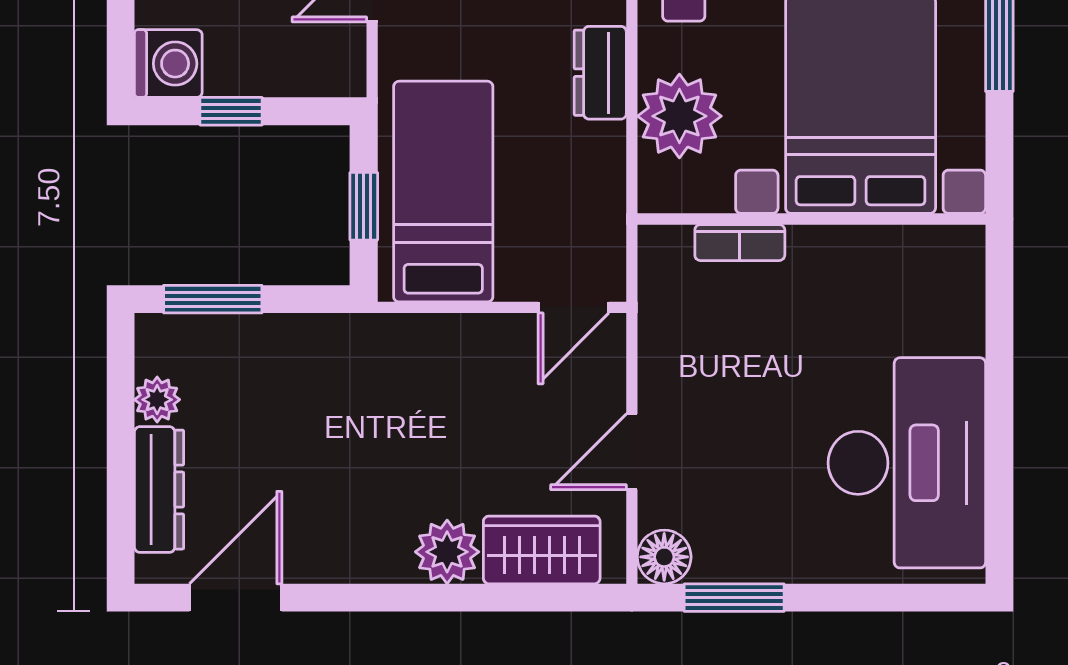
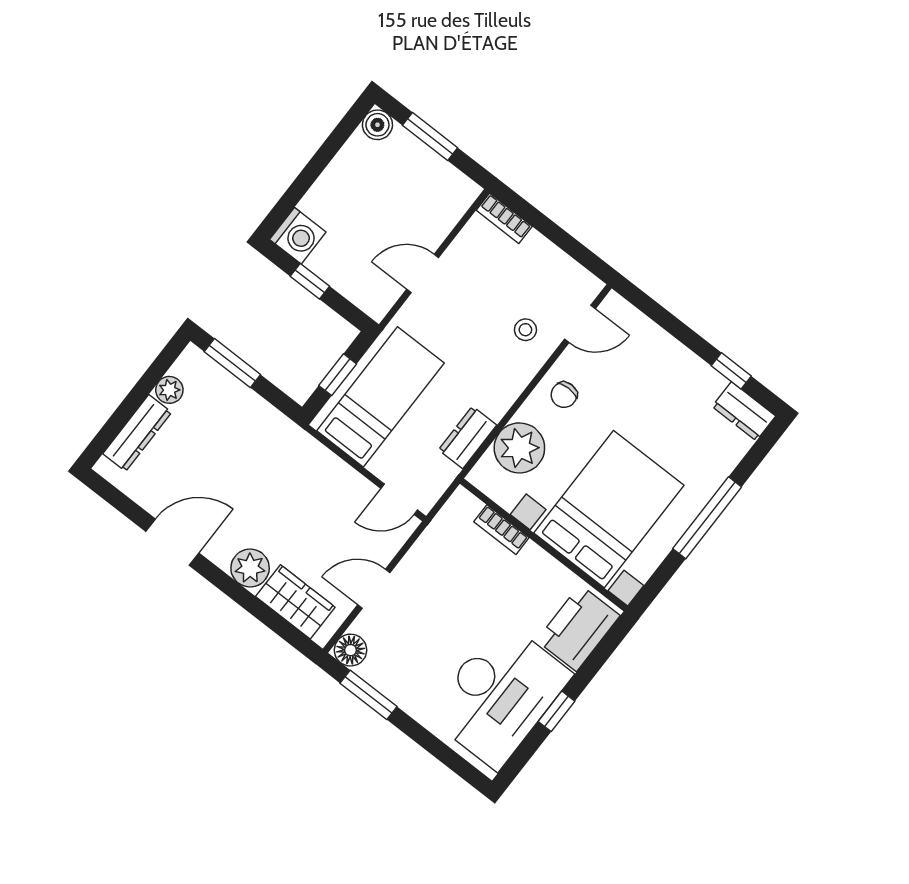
dresser: (600, 73) -> (468, 437), moved
printer: (943, 294) -> (578, 628), added
window: (999, 426) -> (556, 711), added
door: (236, 598) -> (172, 542), moved

